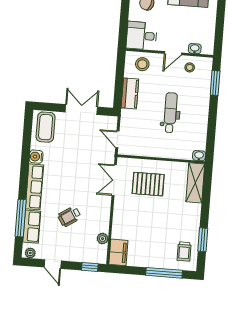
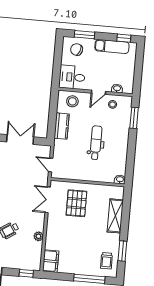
shelving: (195, 183) -> (115, 216), moved
pallet: (148, 184) -> (76, 203), turned 90
plant: (103, 239) -> (38, 236), moved

